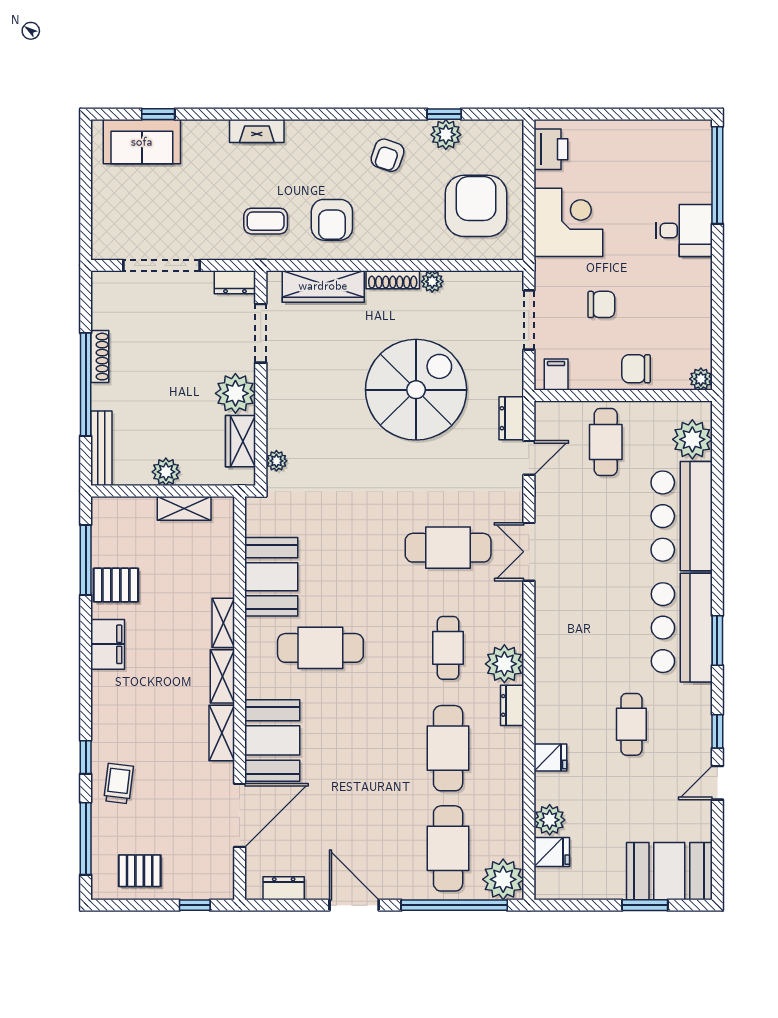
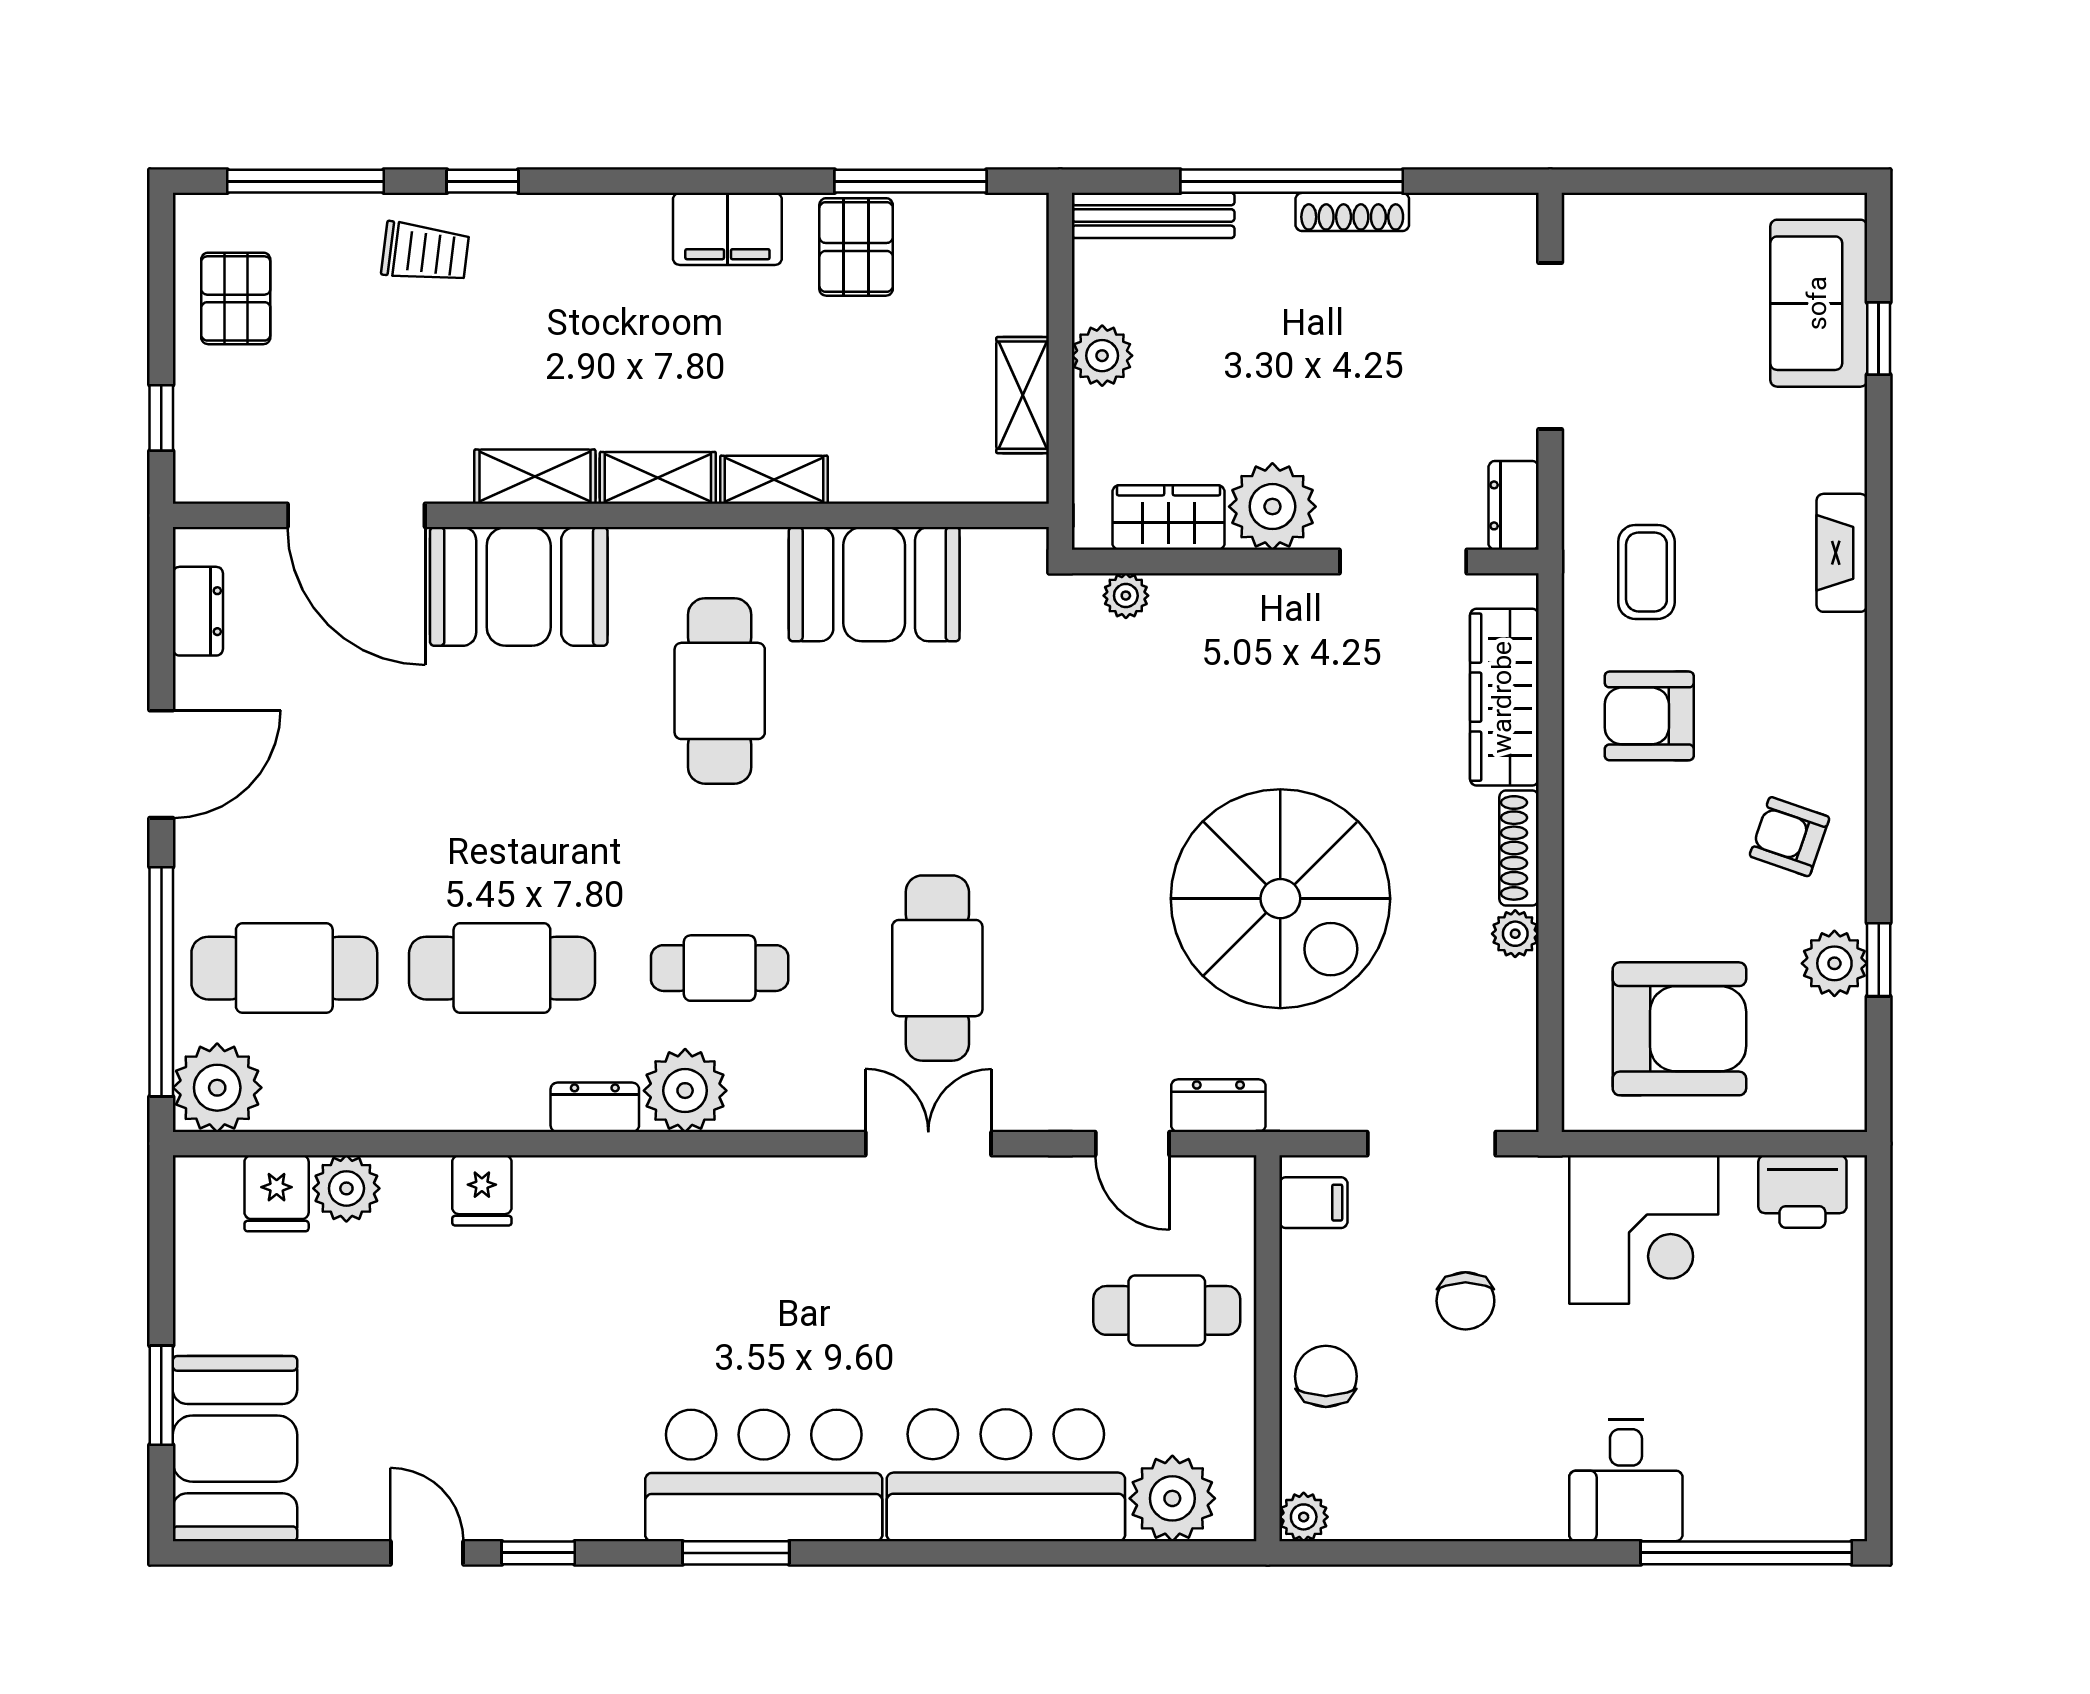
cafe table: (631, 724) -> (554, 1366), removed

